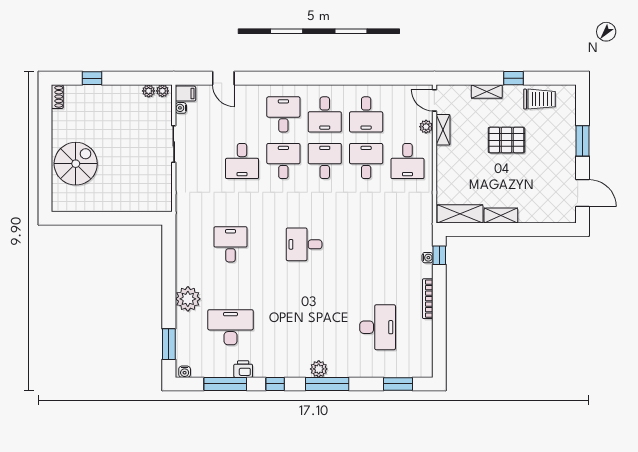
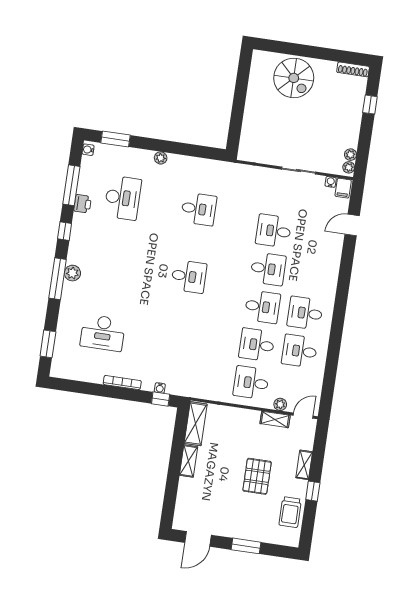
shoe rack: (57, 97) -> (353, 69), width x1.43
desk: (283, 114) -> (311, 275), removed
desk: (366, 161) -> (257, 345), turned 180
desk: (304, 244) -> (189, 277), turned 90
plant: (188, 299) -> (161, 158), width x0.53, depth x0.53

